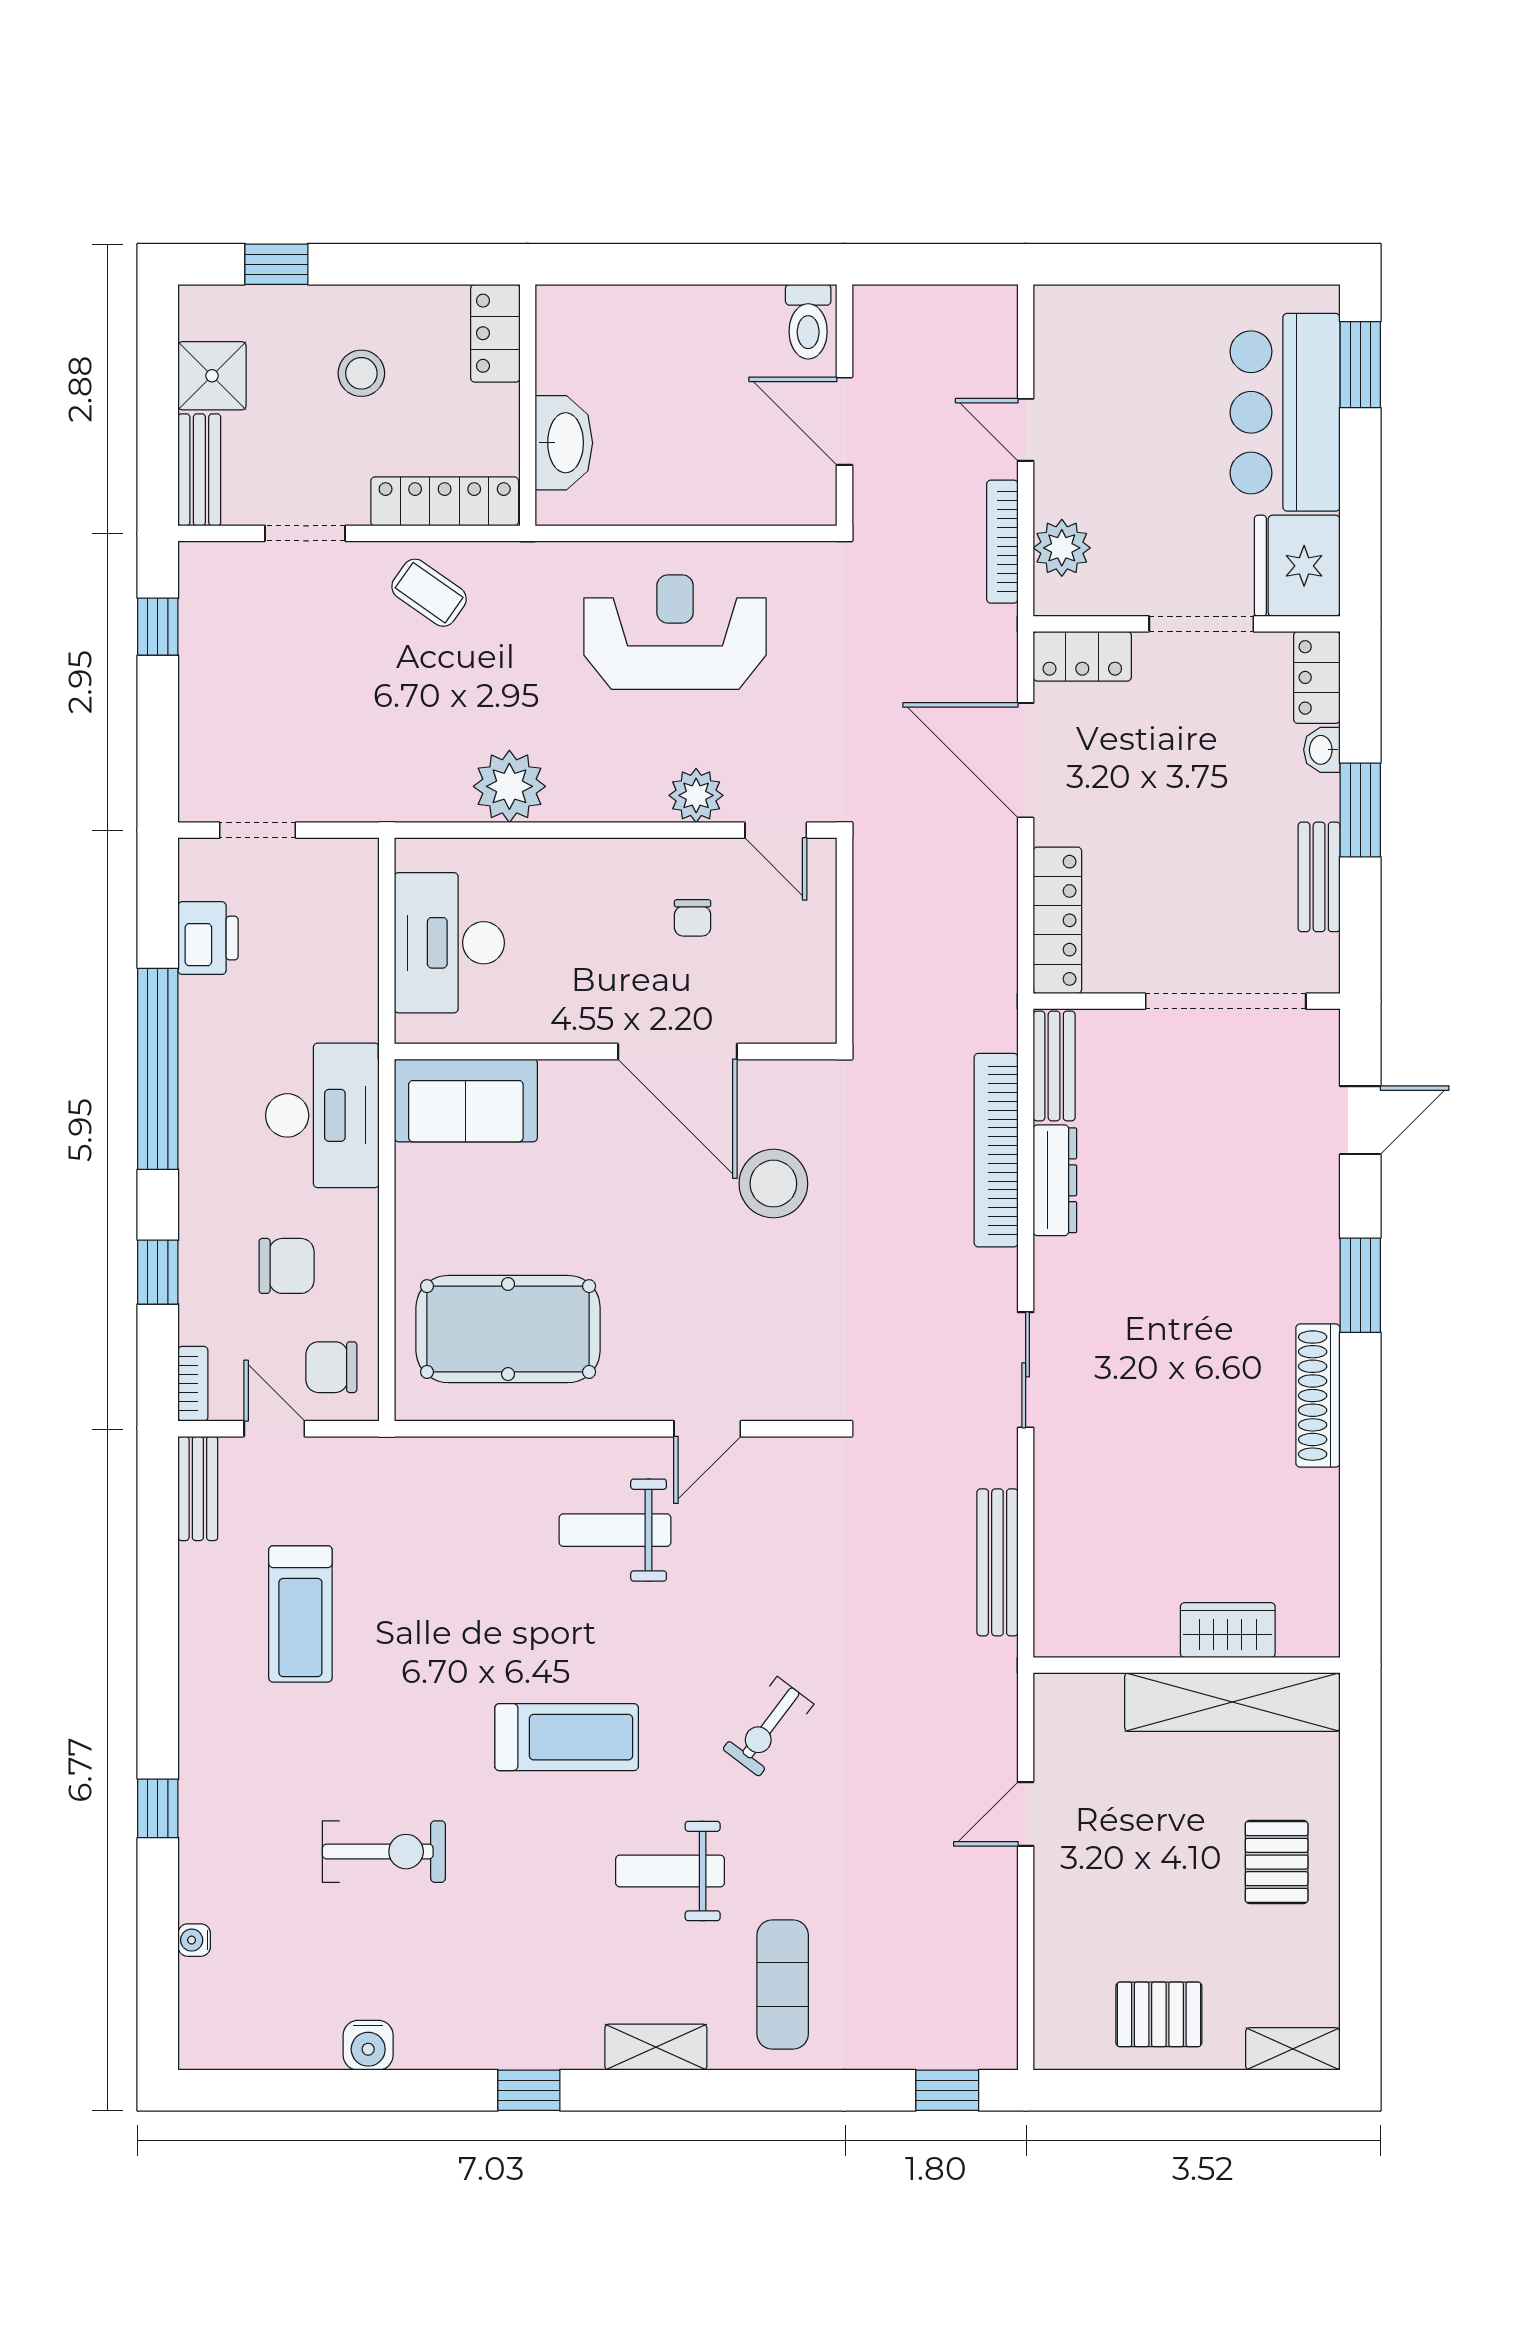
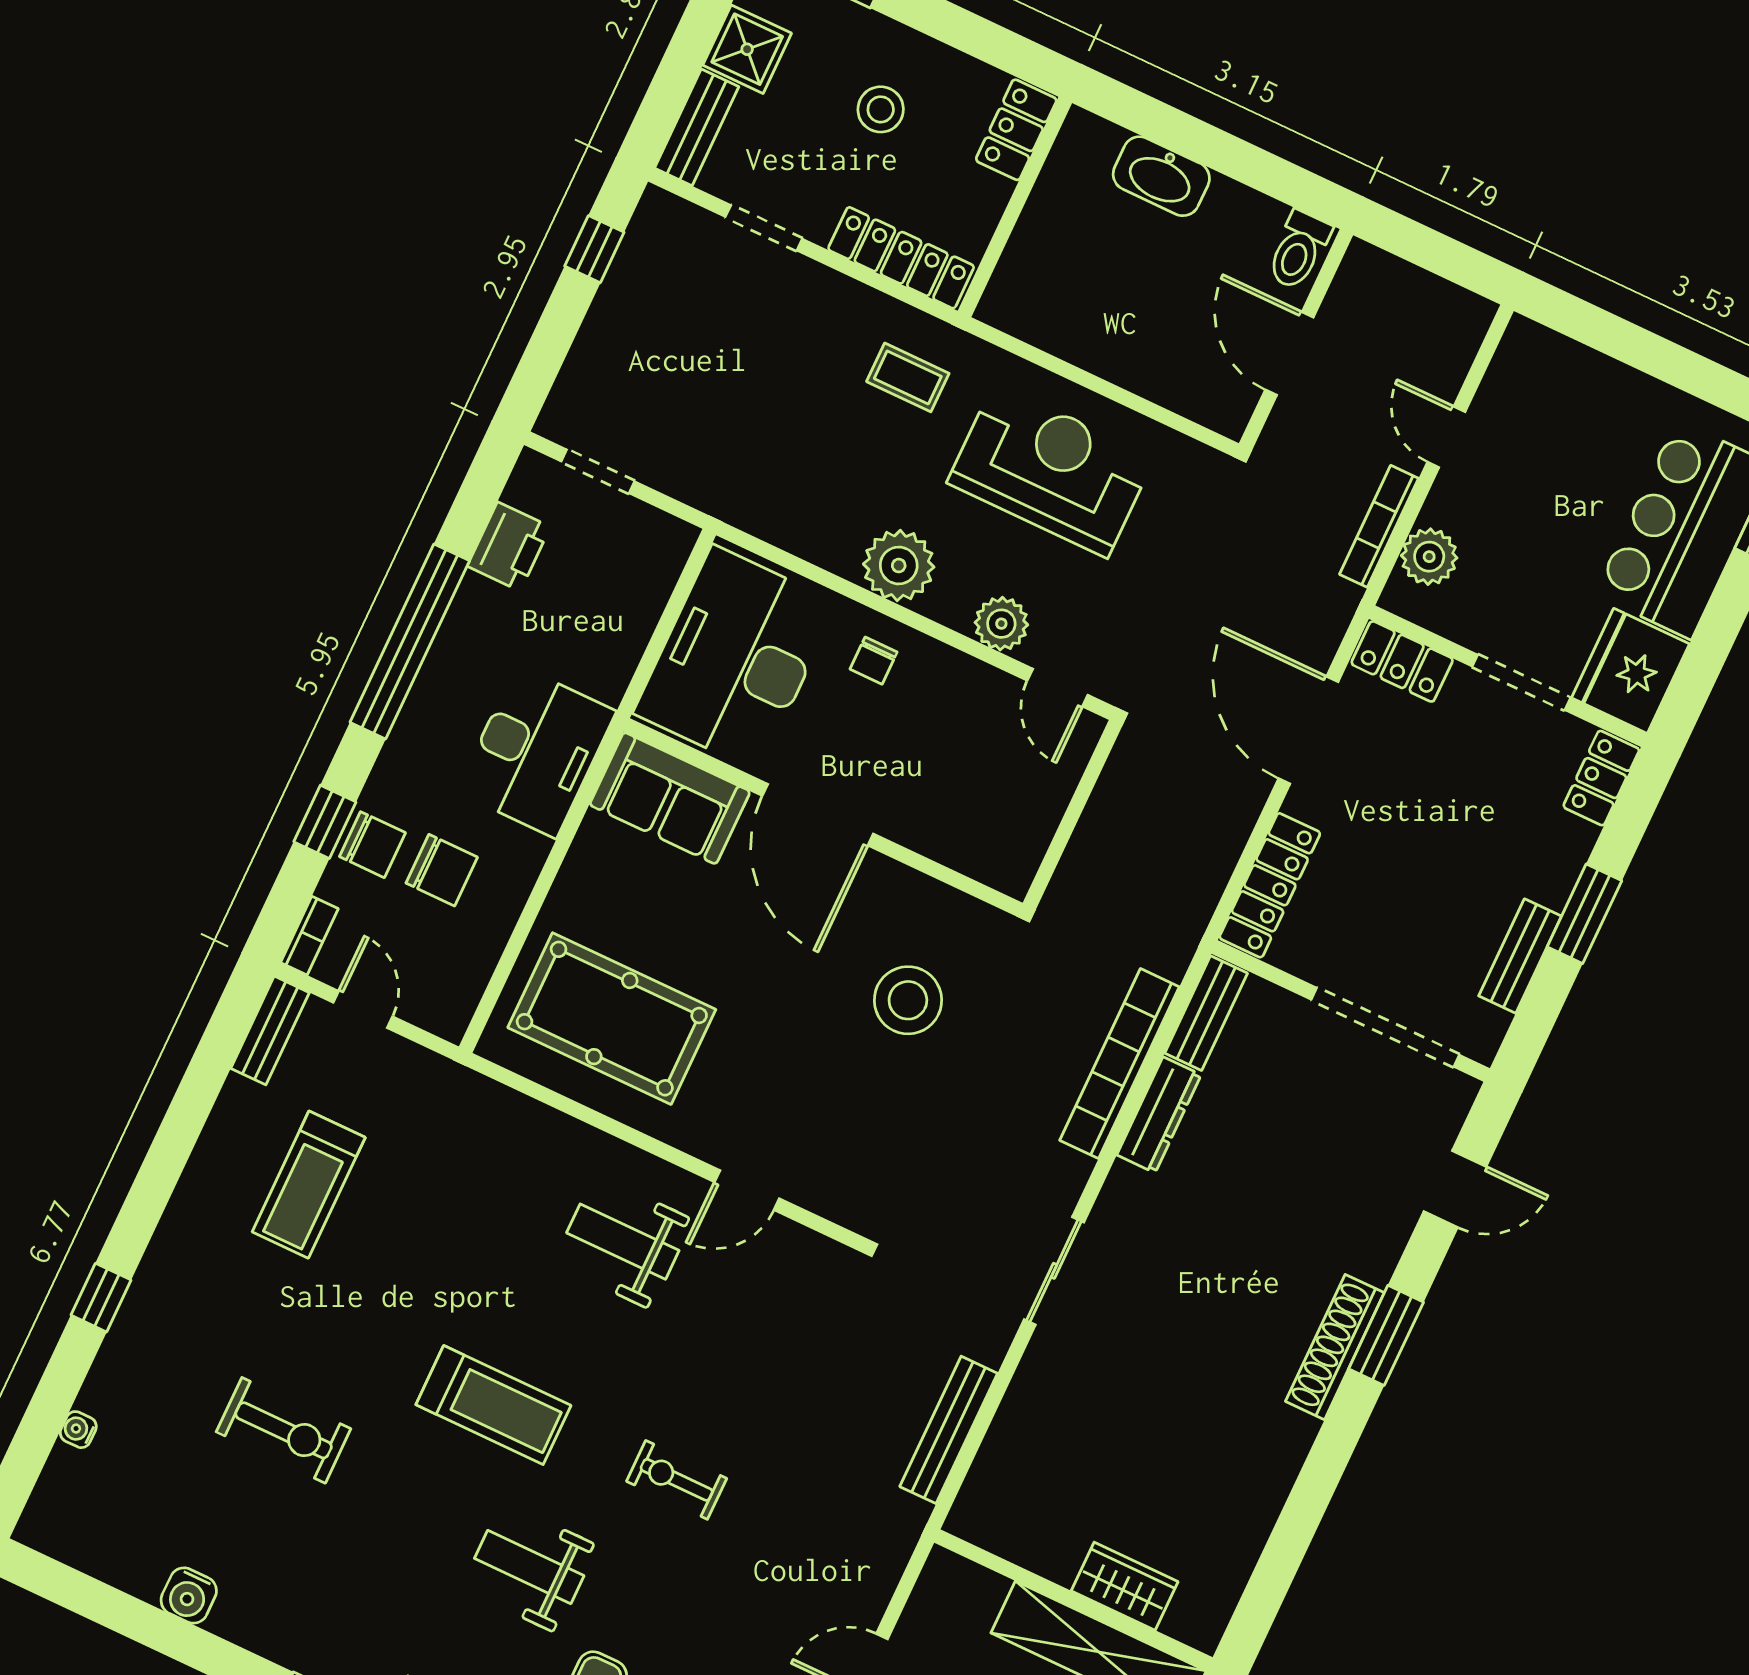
washbasin: (564, 443) -> (1161, 176), moved, turned 90
coffee table: (429, 593) -> (908, 377), moved, turned -35
washbasin: (1322, 750) -> (1576, 844), removed
plant: (509, 786) -> (899, 566), moved
chair: (693, 918) -> (874, 661), moved
desk: (449, 943) -> (736, 658), width x1.36, depth x1.30
door: (677, 1051) -> (818, 815), moved
chair: (331, 1367) -> (372, 845), moved, turned 180
shoe rack: (1318, 1396) -> (1335, 1347), moved
exercise bike: (768, 1727) -> (677, 1480), turned 53

